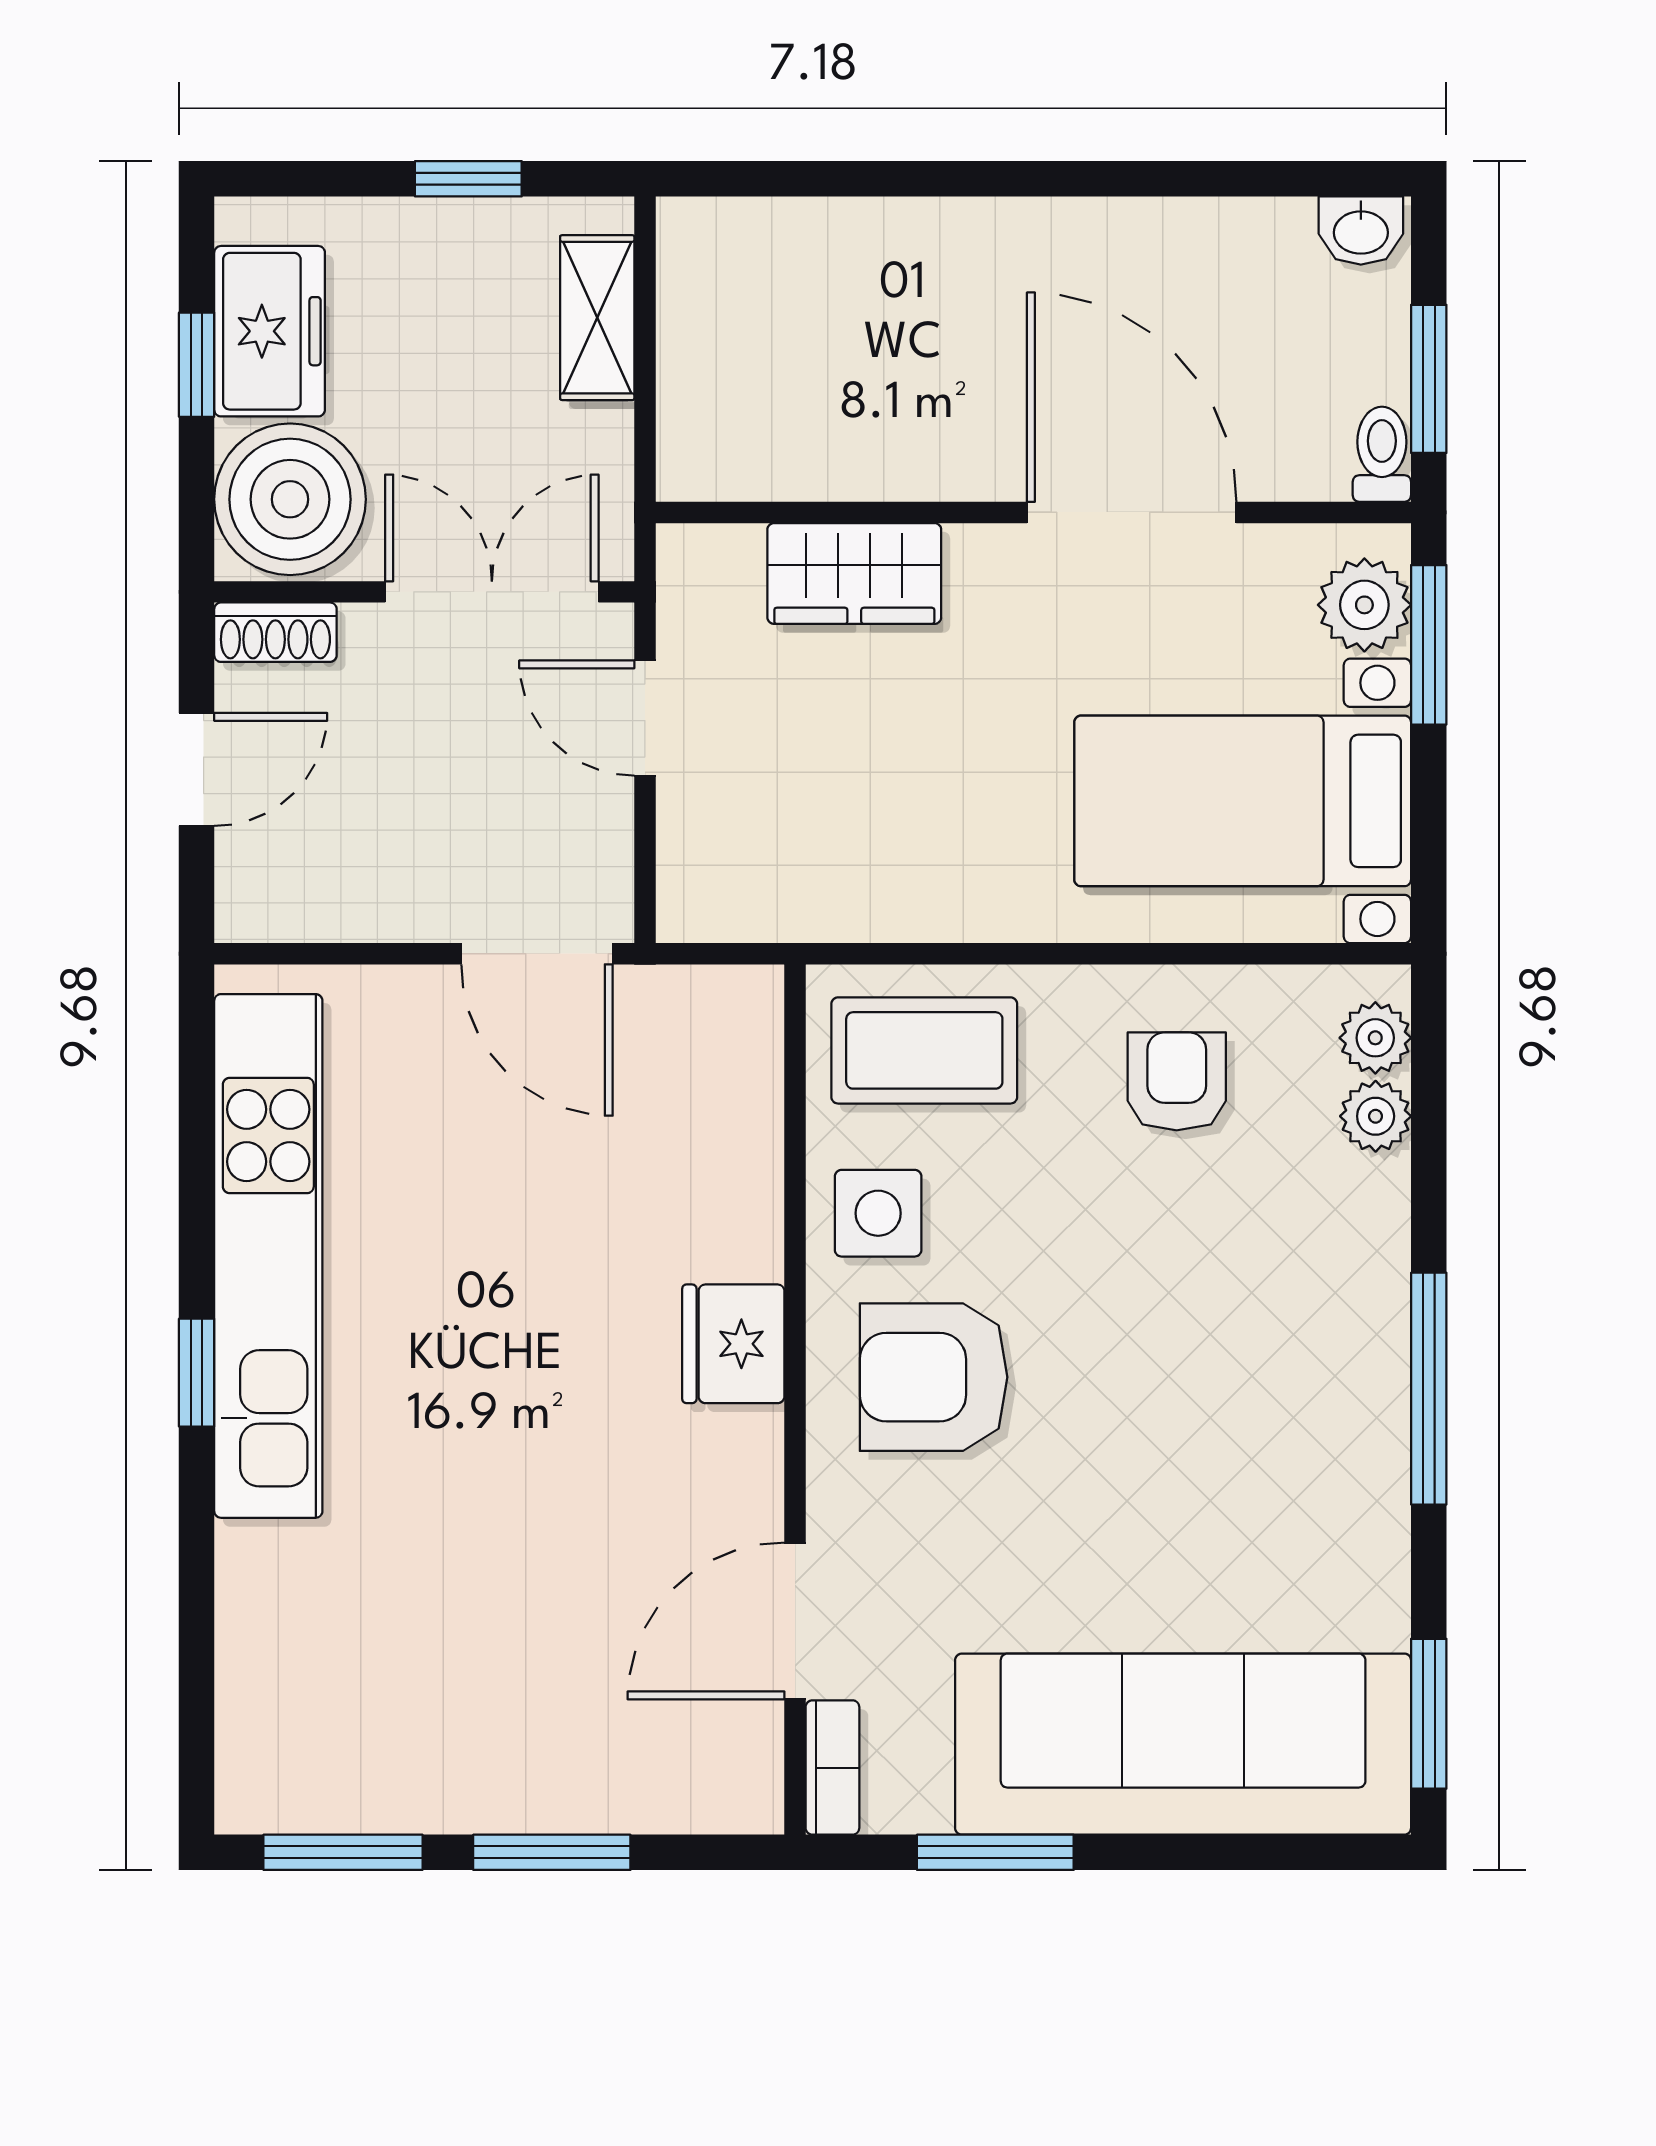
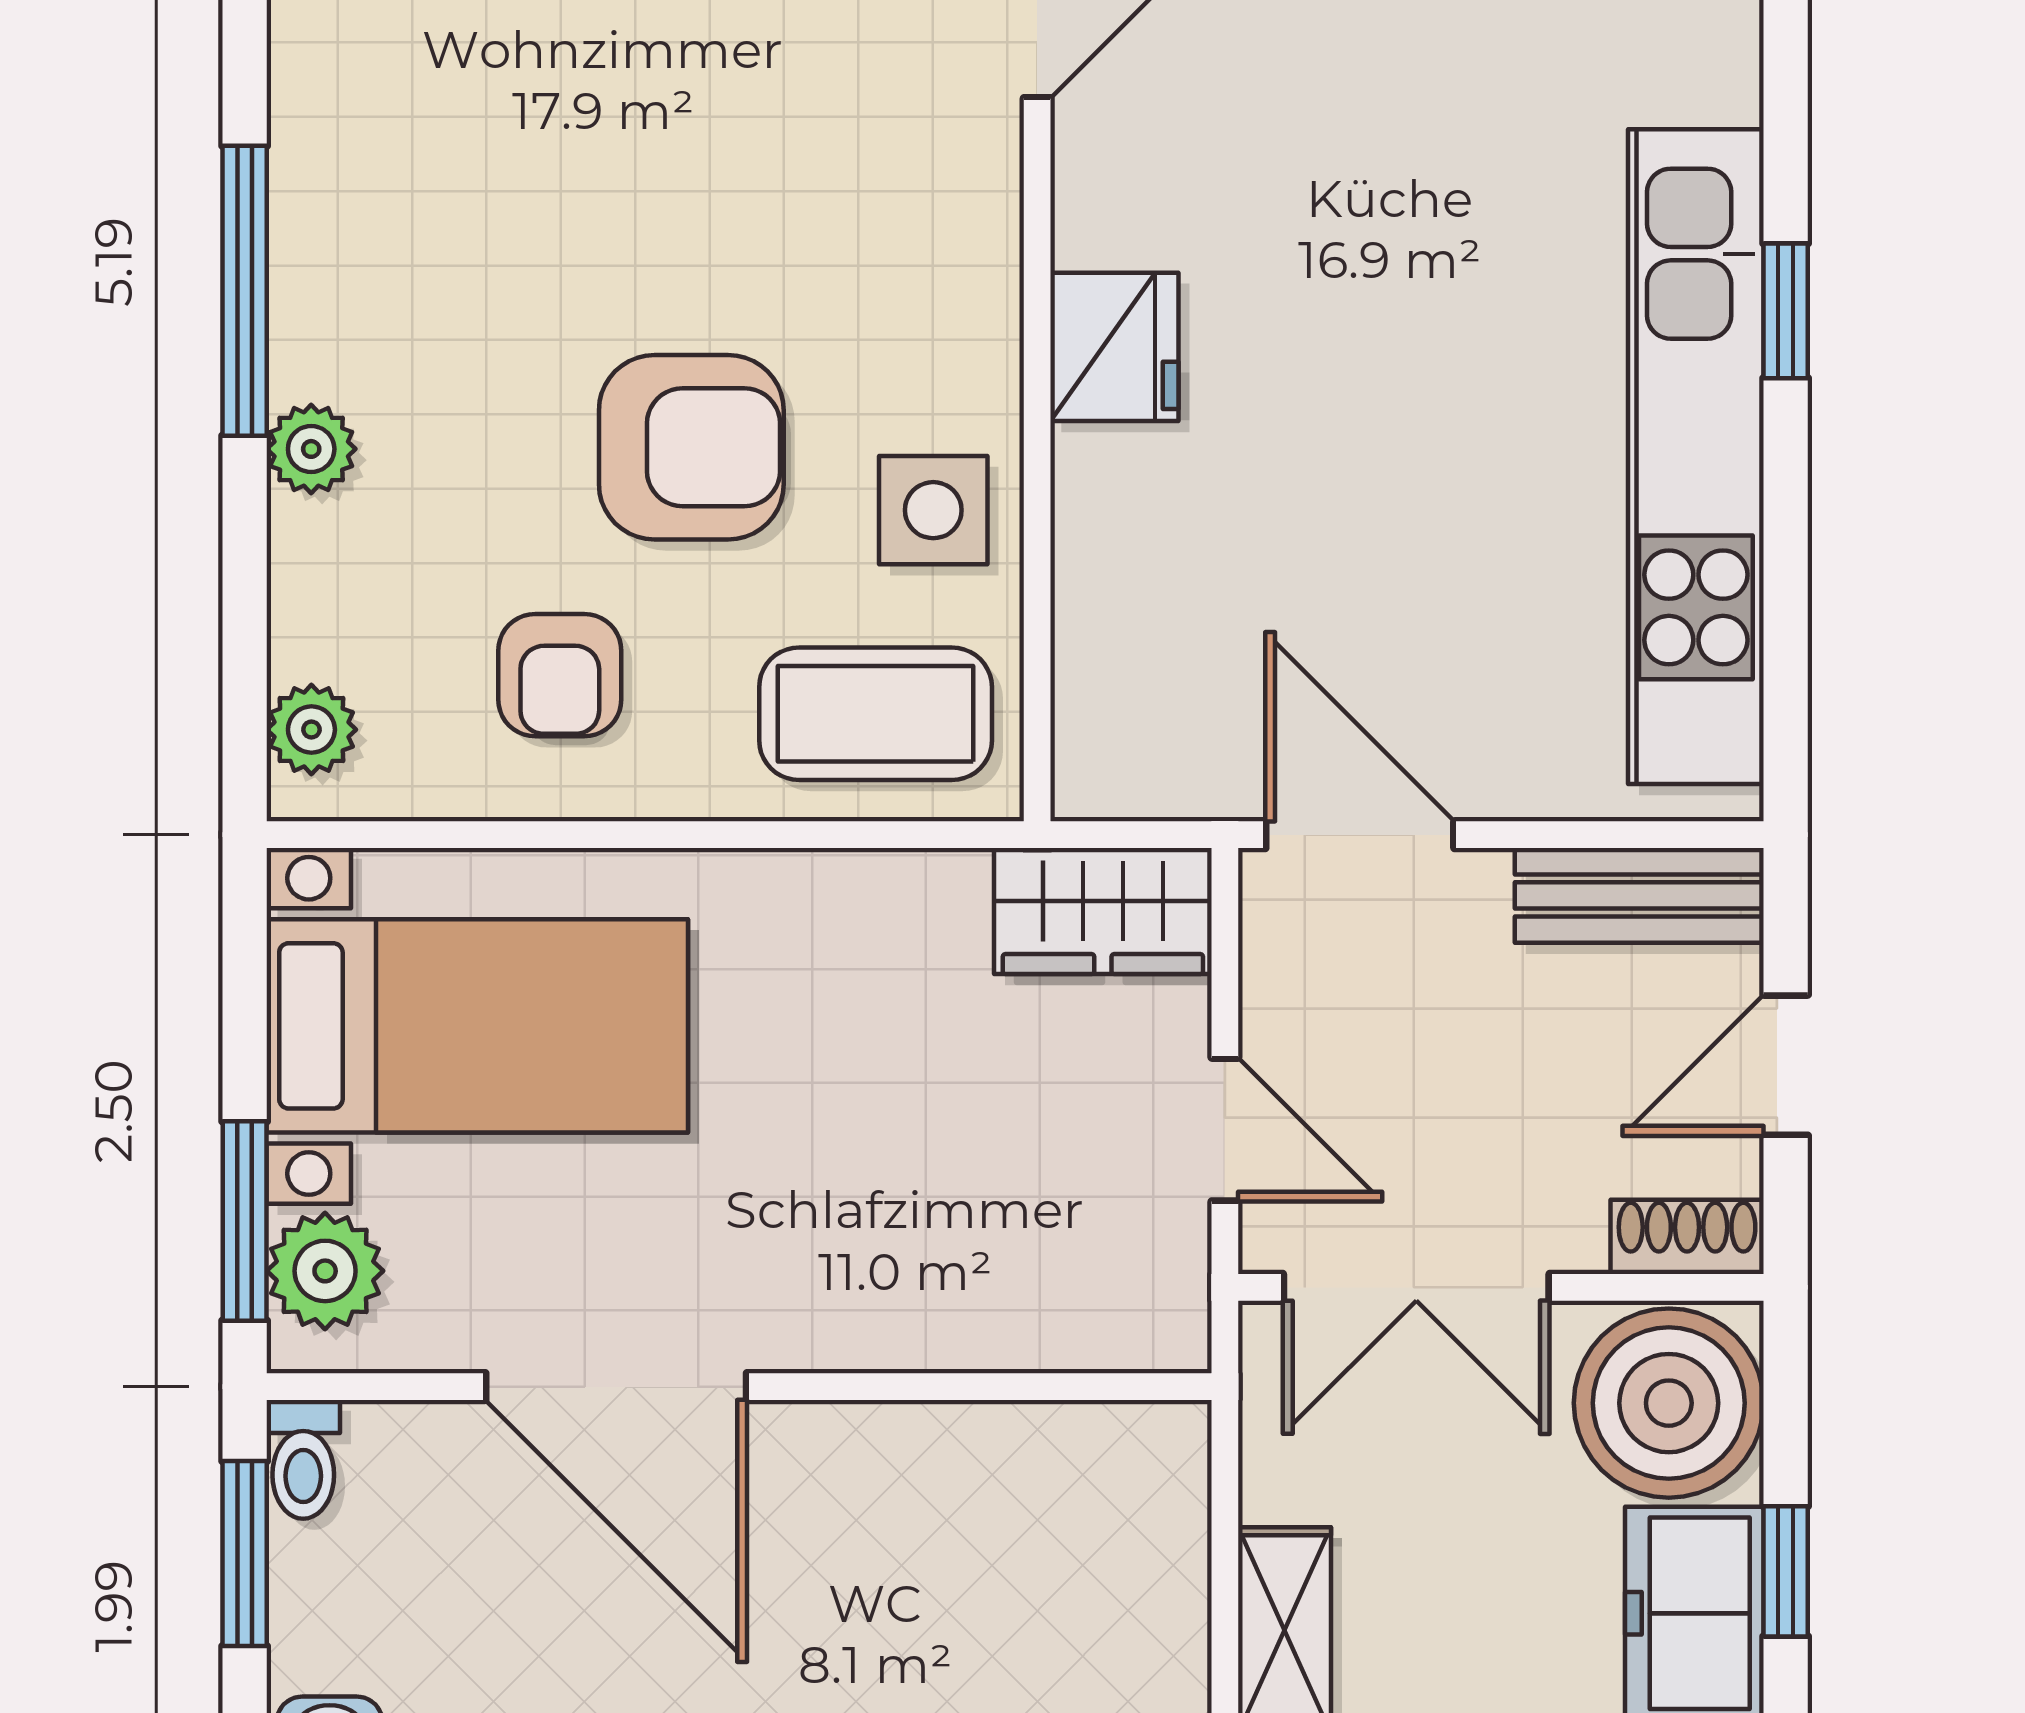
wardrobe: (854, 573) -> (1103, 911), moved, turned 180
bench: (314, 905) -> (1639, 895), added
plant: (1376, 1116) -> (311, 449), moved
armchair: (934, 1377) -> (691, 447), moved

